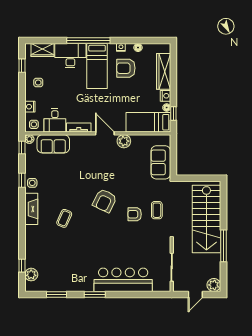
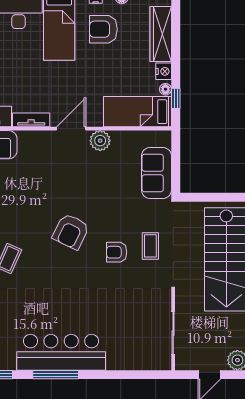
door: (105, 133) -> (71, 129), hinge flipped
bar counter: (123, 280) -> (61, 352), moved
window: (95, 294) -> (56, 375), width x1.44

